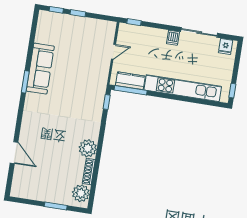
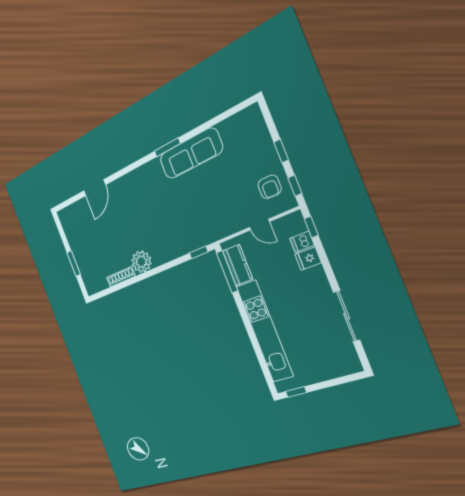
window: (56, 10) -> (295, 186), moved
armchair: (94, 32) -> (270, 187), added
dishwasher: (173, 38) -> (302, 242), moved
fridge: (226, 46) -> (308, 259), moved
plant: (81, 193) -> (98, 281), removed

